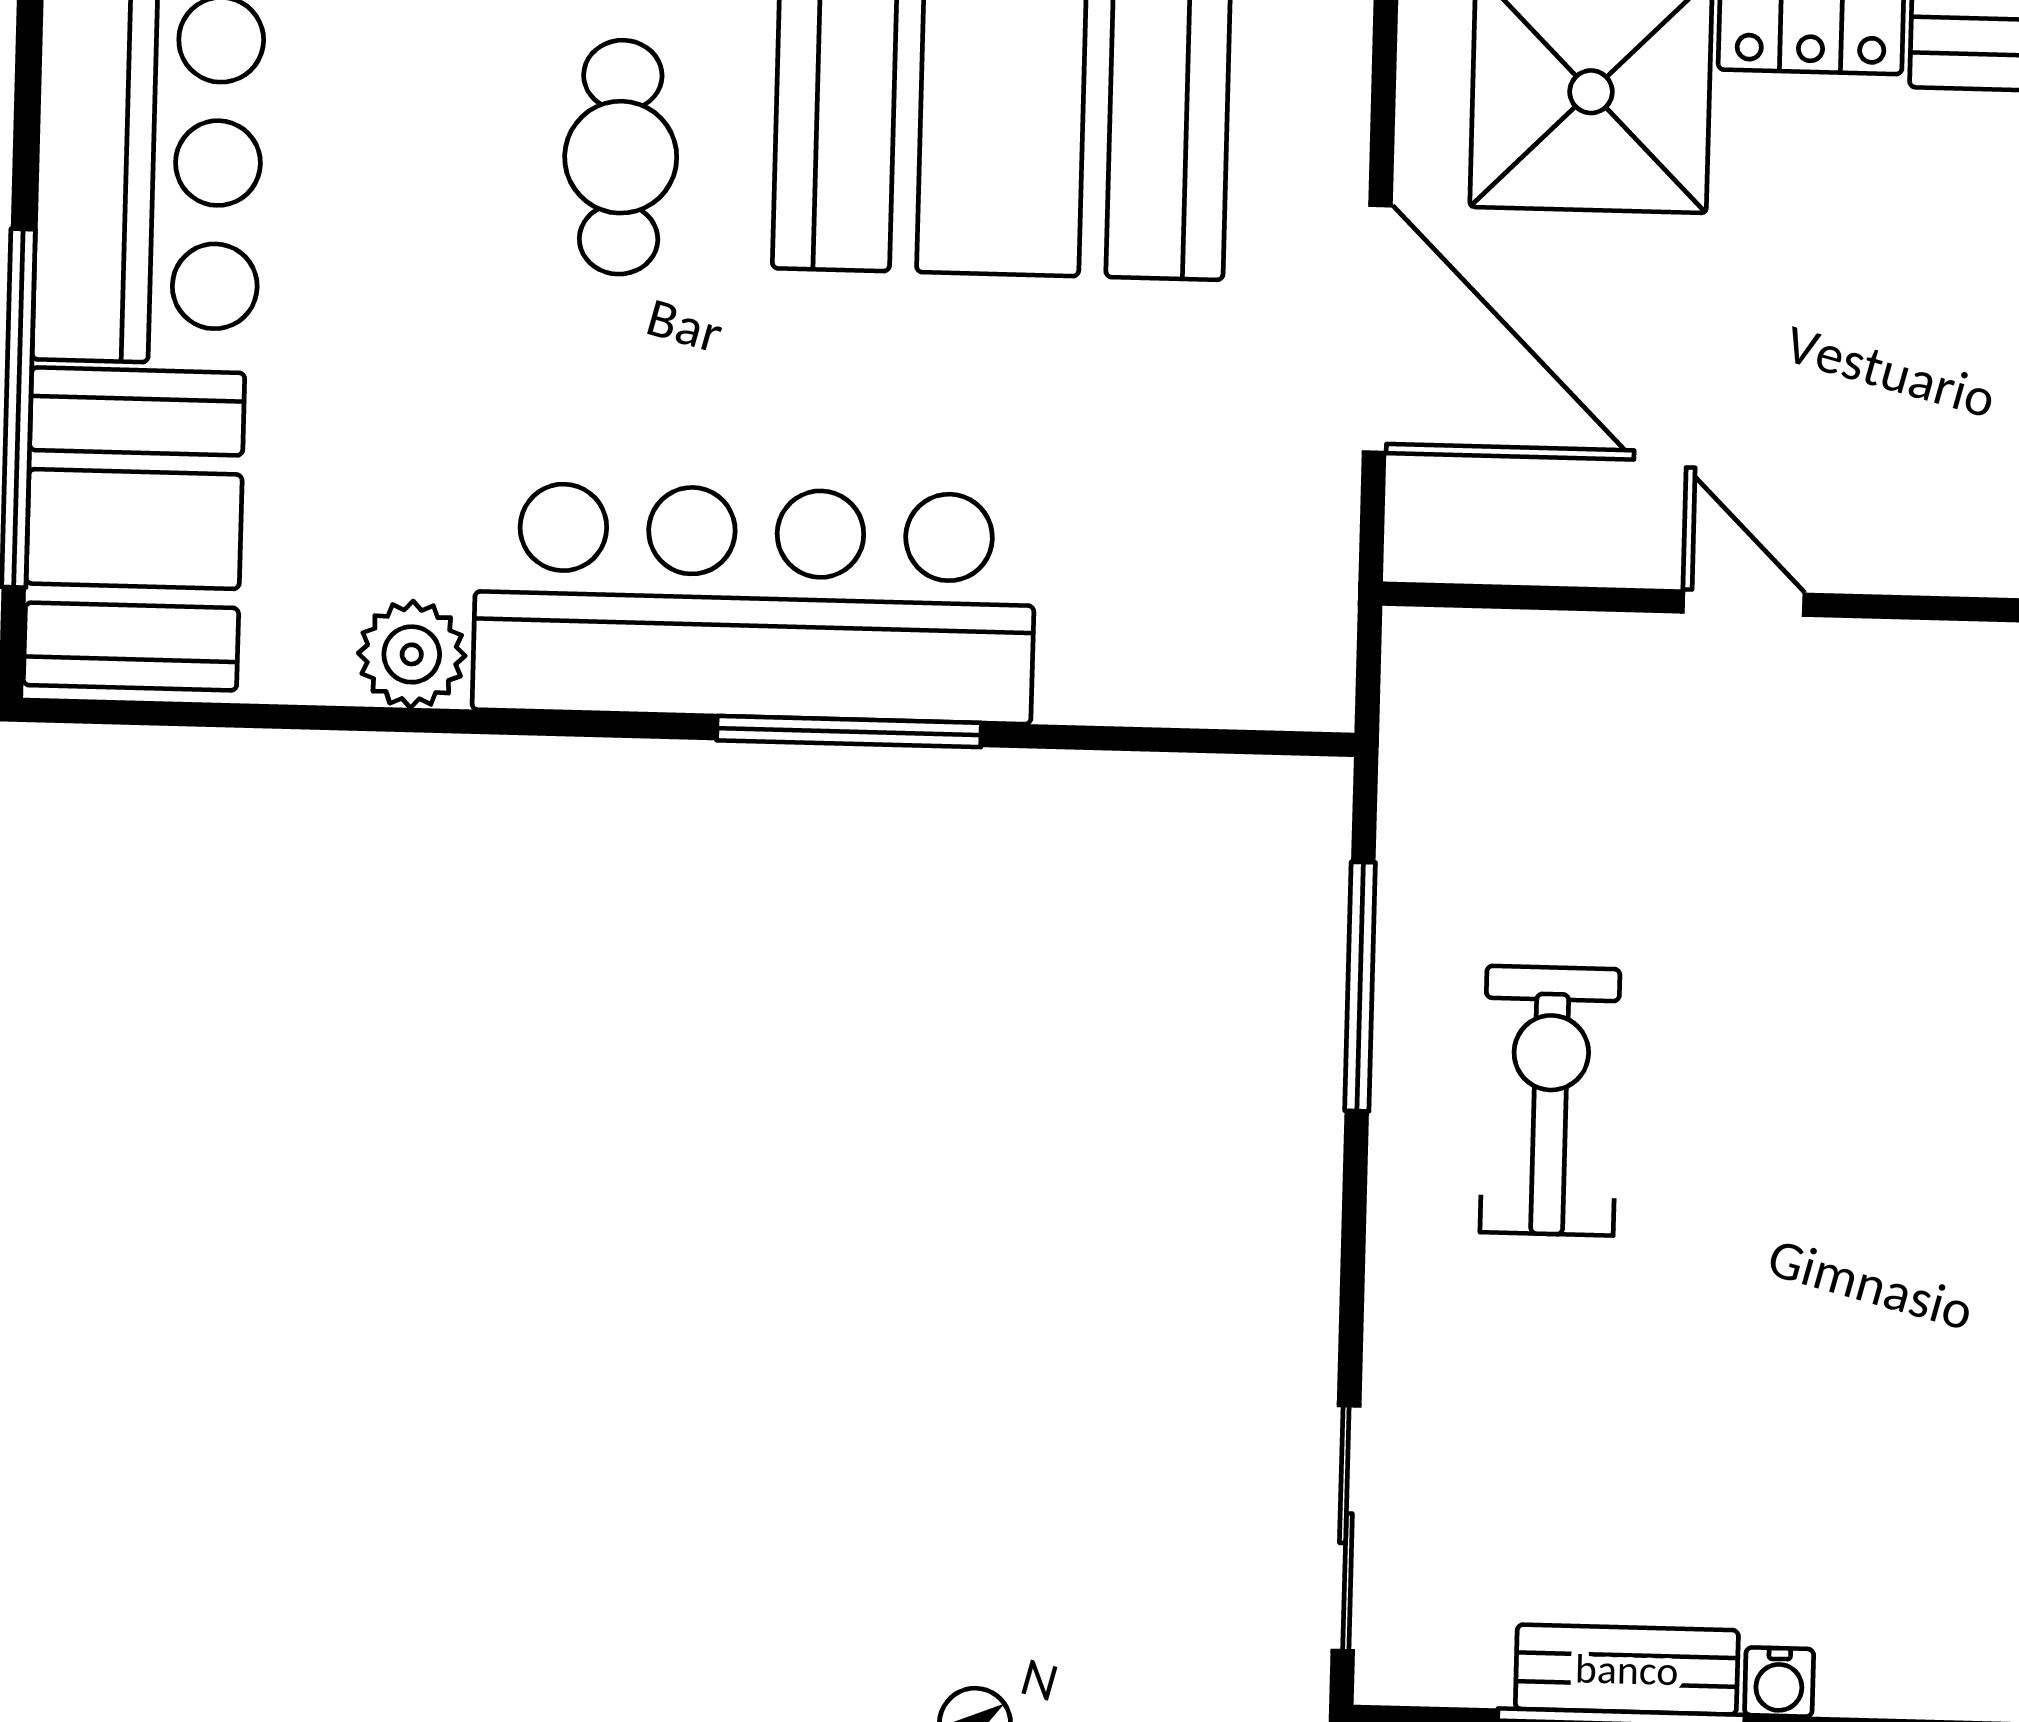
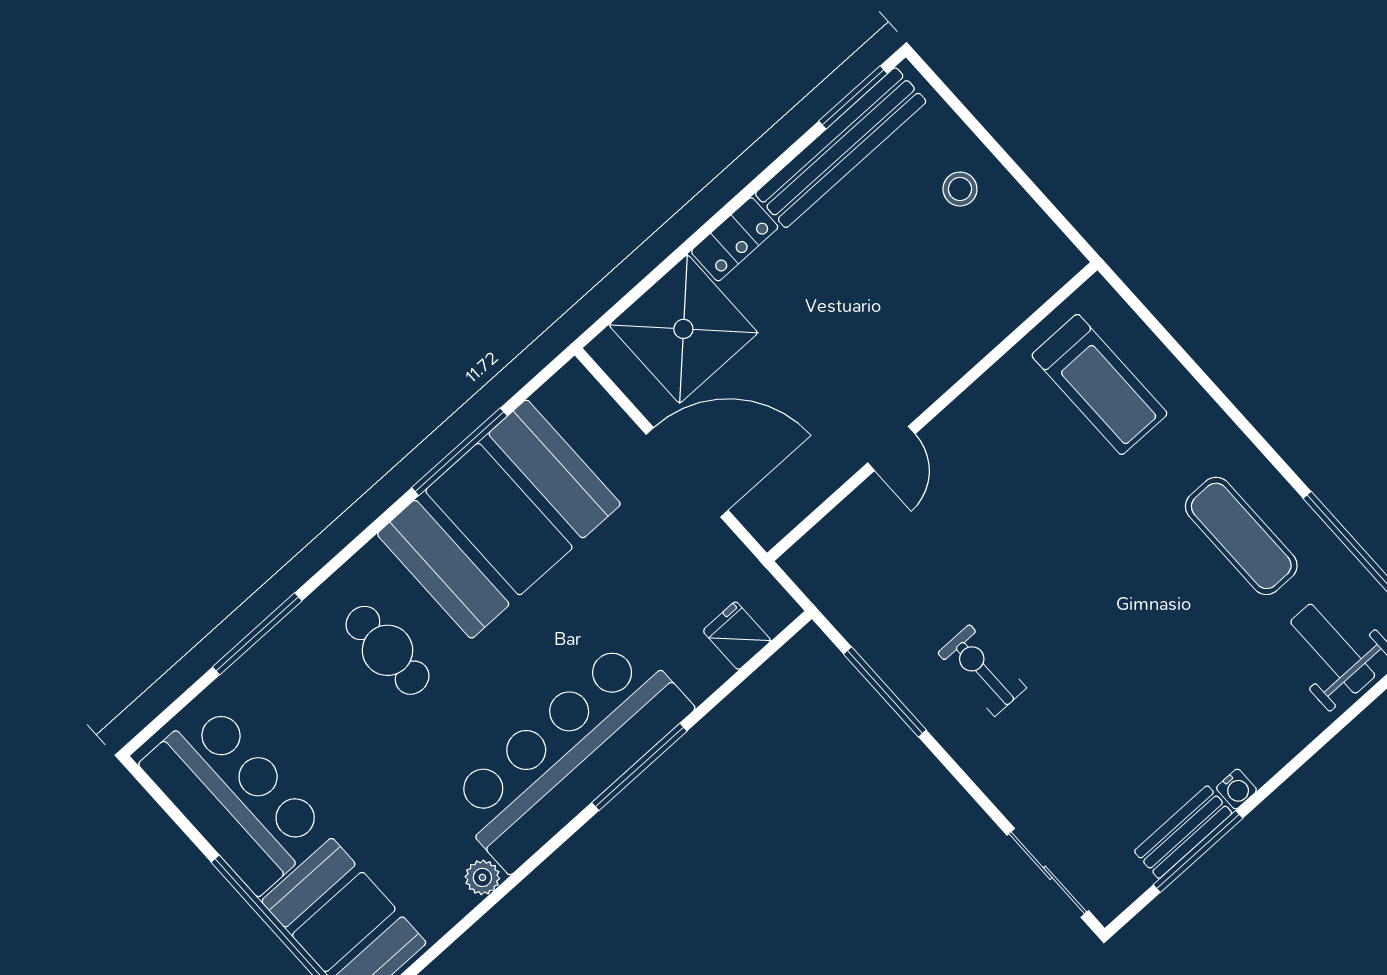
door: (1744, 603) -> (891, 448), swing flipped
plant: (412, 654) -> (482, 877), width x0.73, depth x0.73
fridge: (1207, 669) -> (737, 636), added
exercise bike: (1550, 1101) -> (982, 670), width x0.73, depth x0.72

